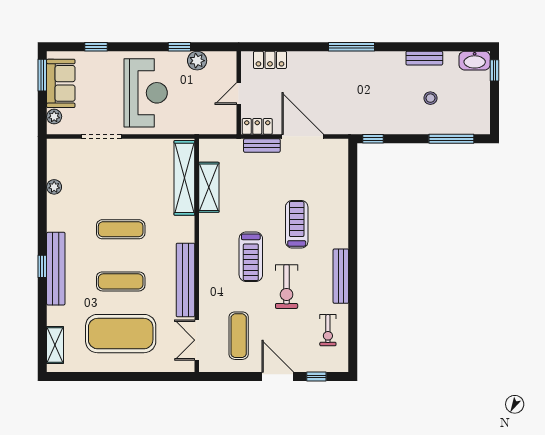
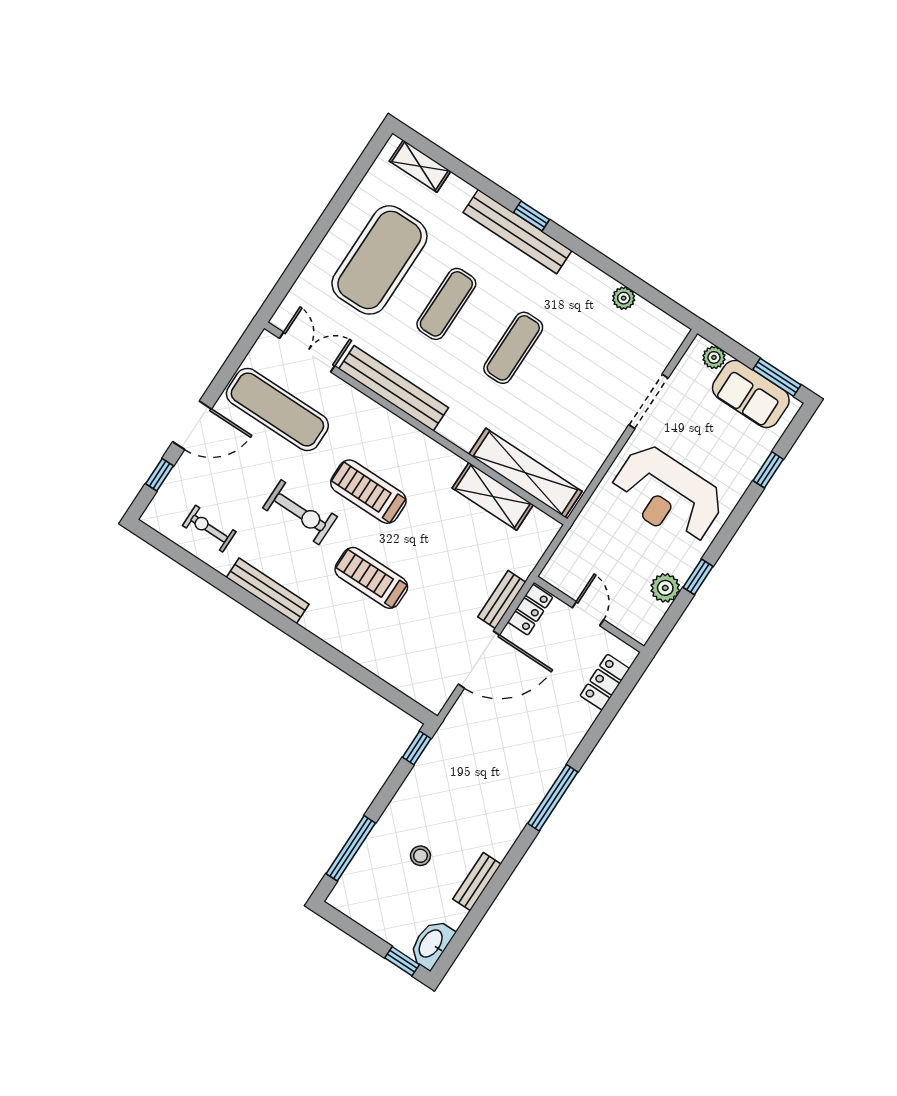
treadmill: (297, 224) -> (371, 578), turned 180
exercise bike: (287, 287) -> (300, 512), turned 180
exercise mat: (239, 336) -> (277, 410), width x1.36, depth x1.45

